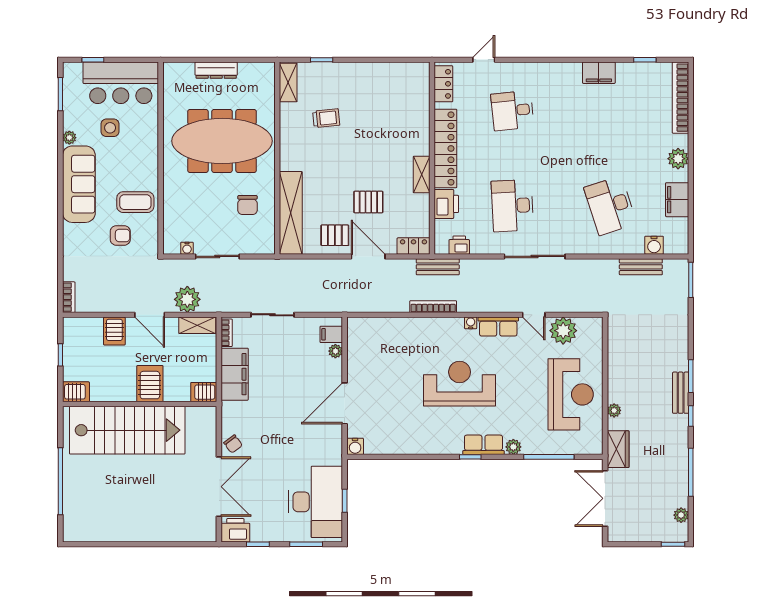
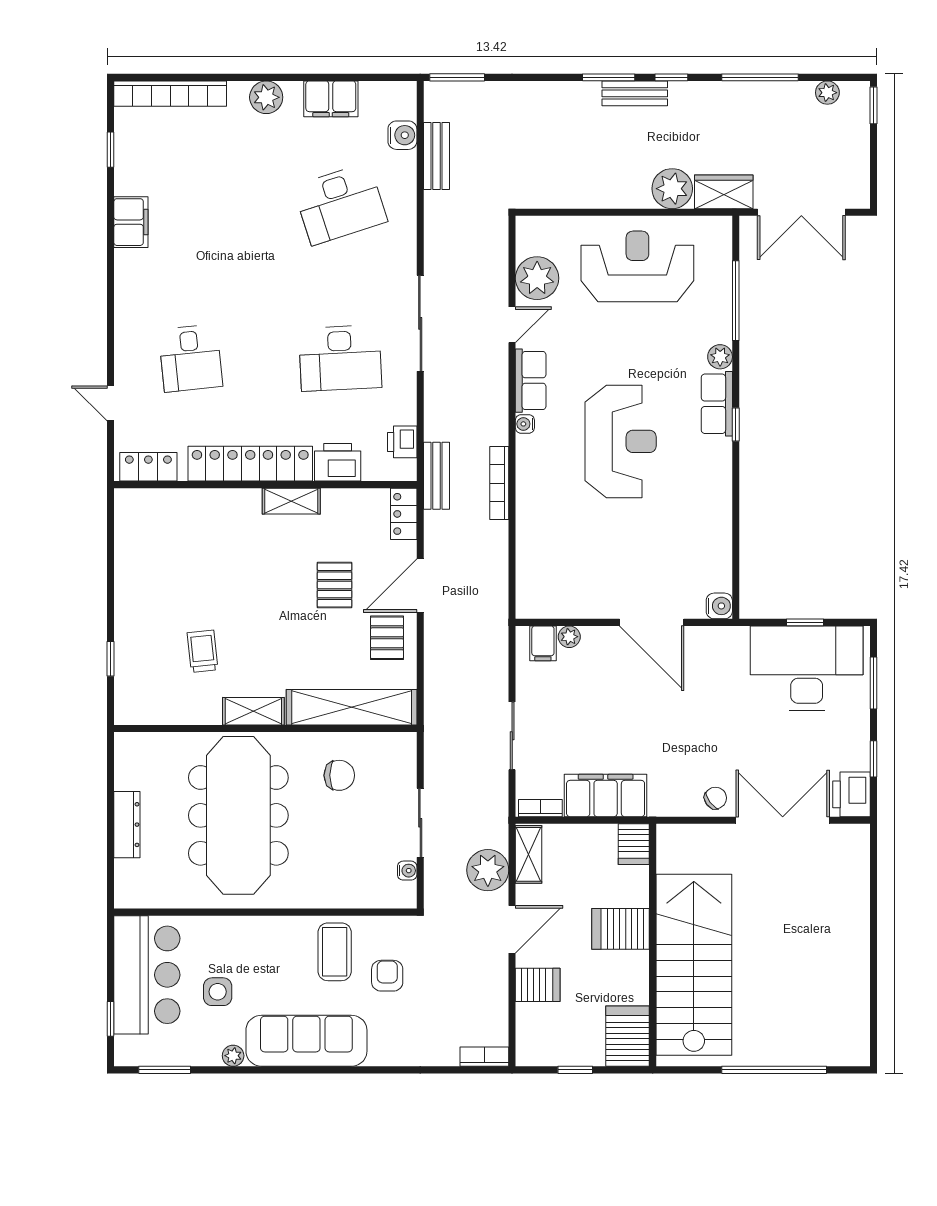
shelving: (288, 83) -> (253, 711), moved
reception desk: (460, 384) -> (621, 441), turned 180
server rack: (76, 392) -> (628, 1036), width x1.36, depth x1.44
plant: (614, 410) -> (672, 189), width x1.88, depth x1.88

